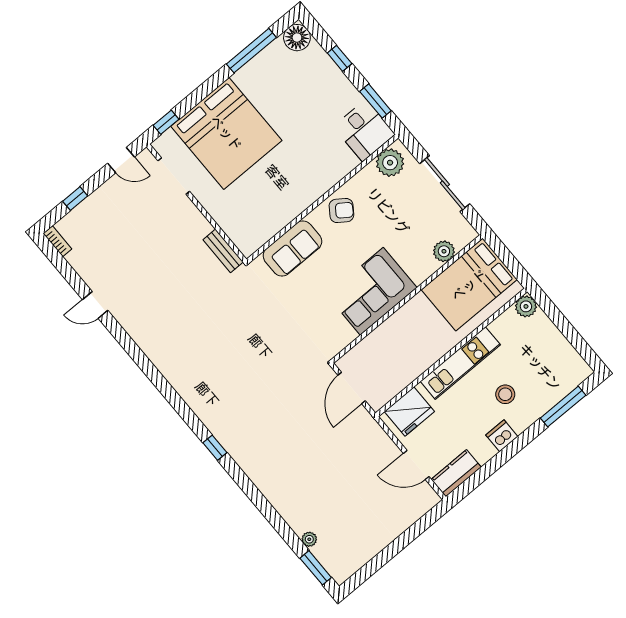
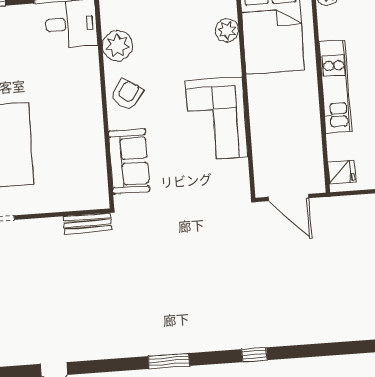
plant: (390, 163) -> (117, 45), moved
window: (164, 387) -> (169, 361), added
fridge: (409, 411) -> (342, 172), width x0.53, depth x0.75

